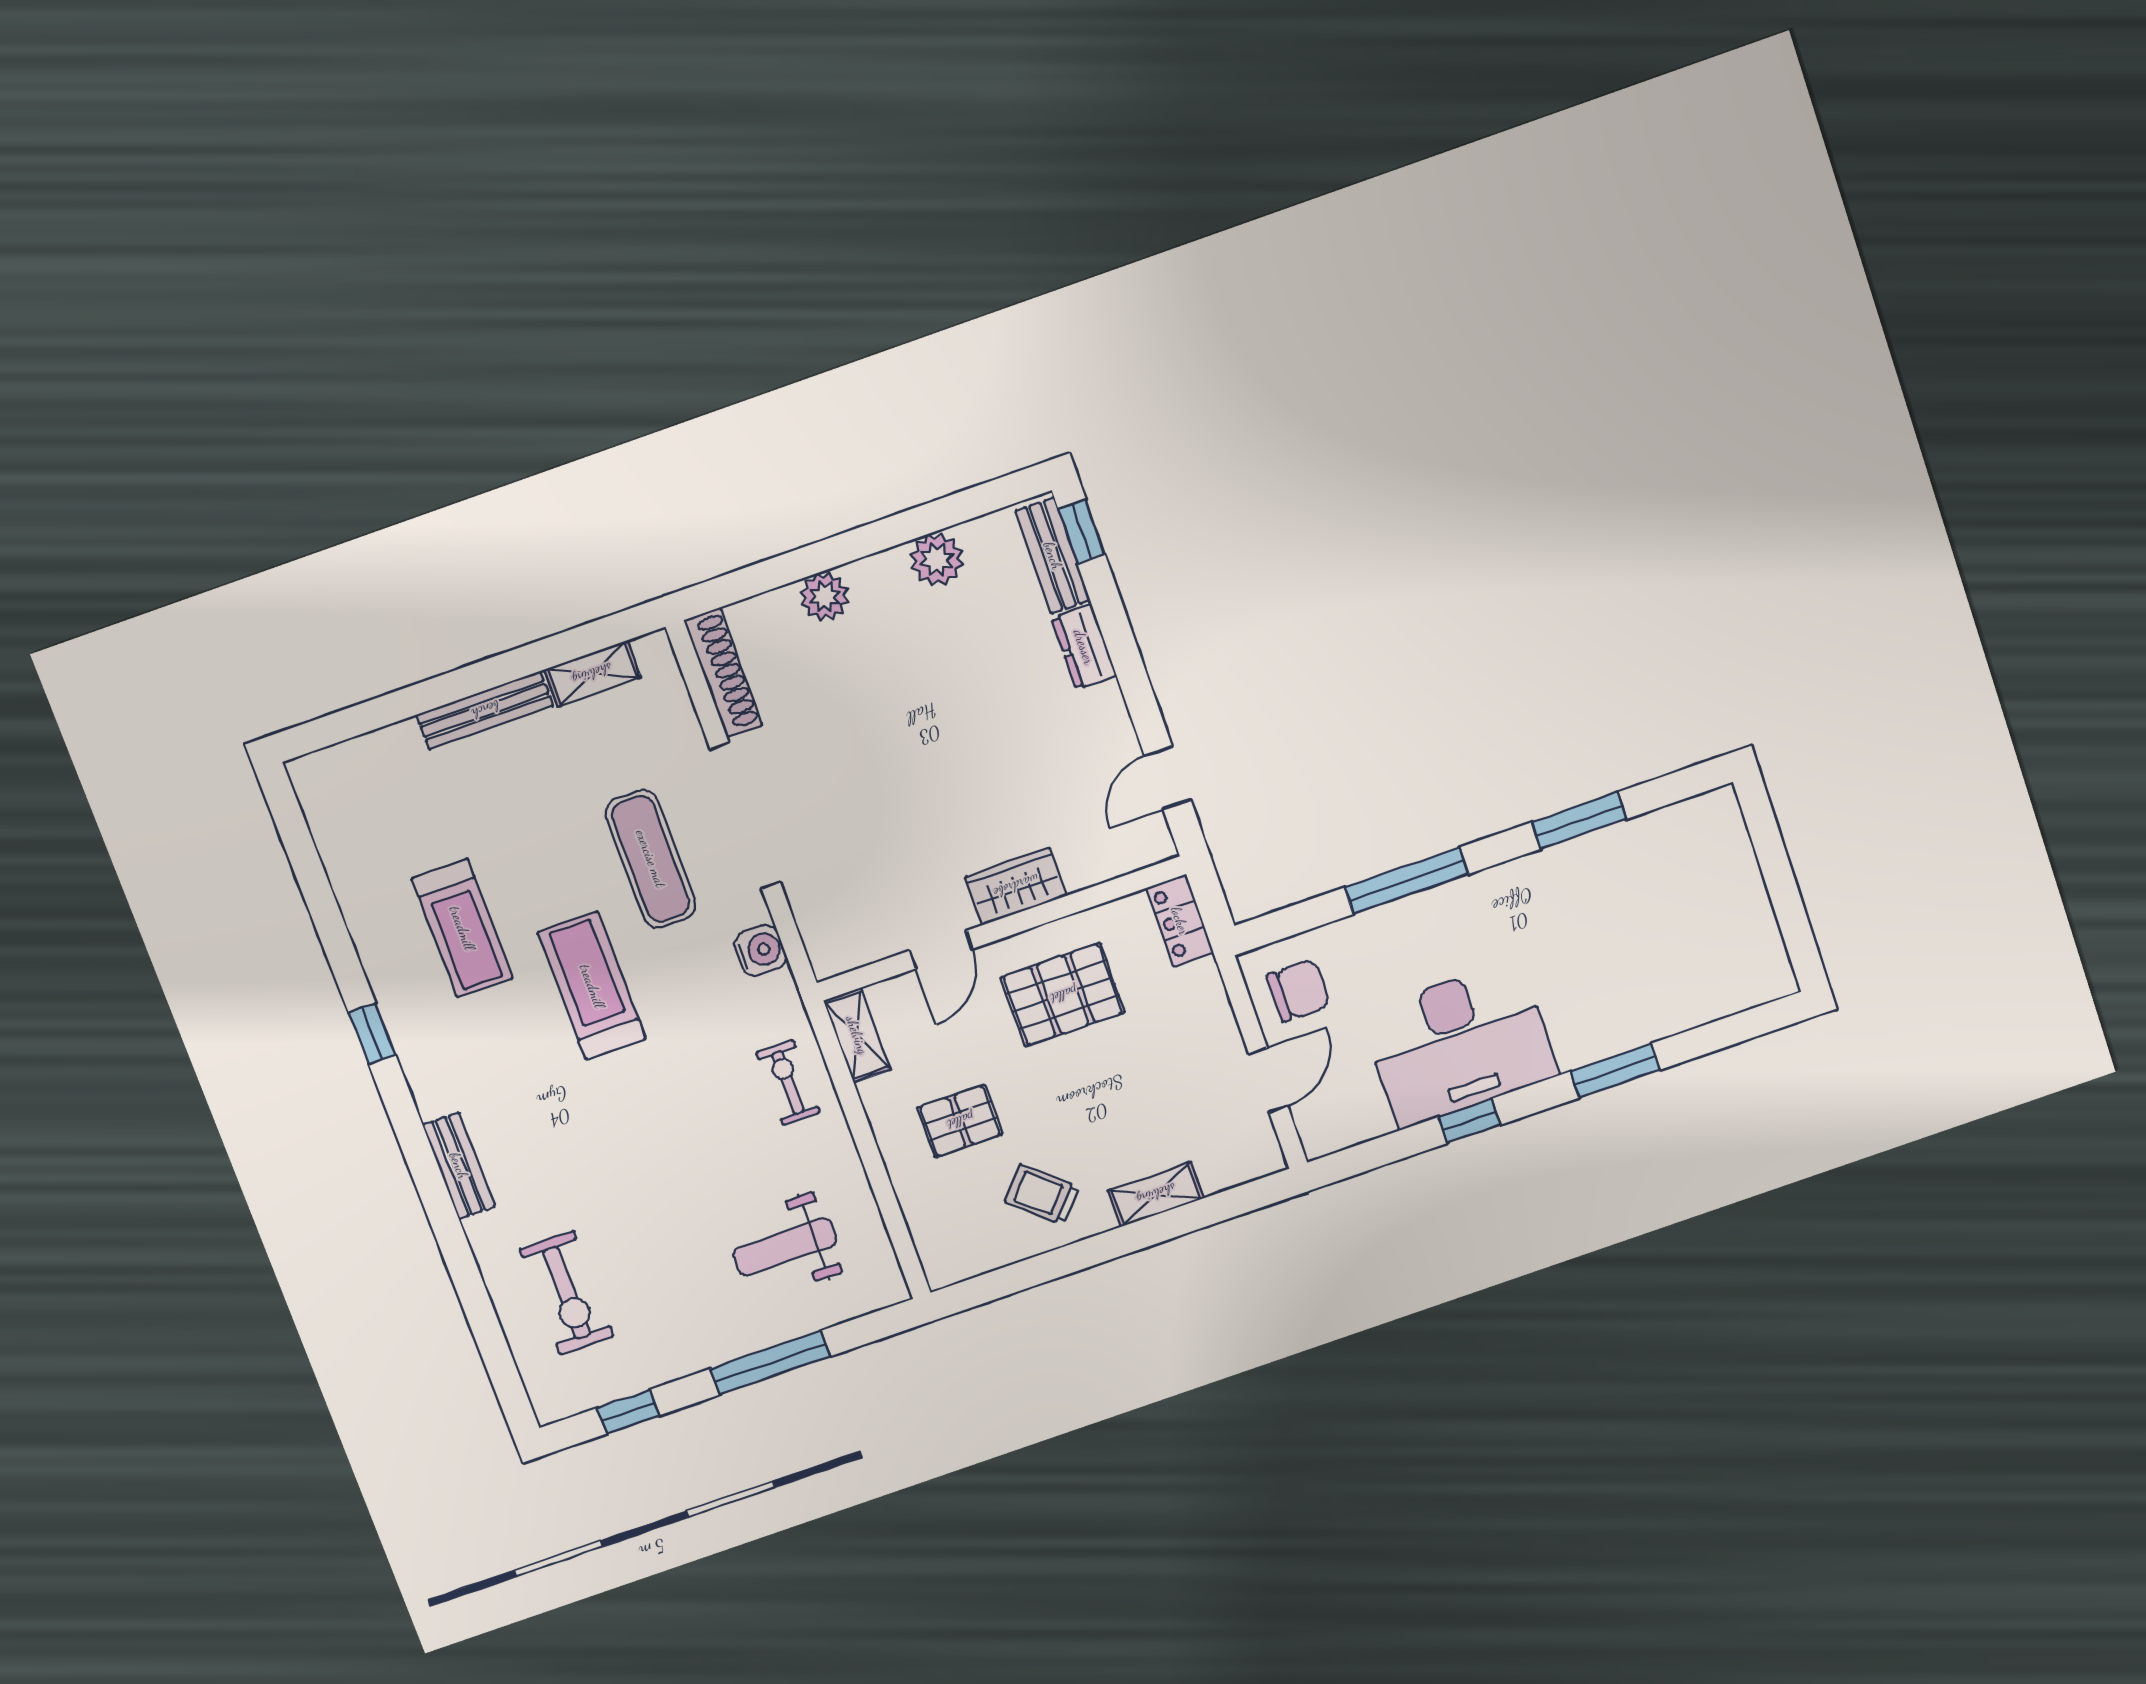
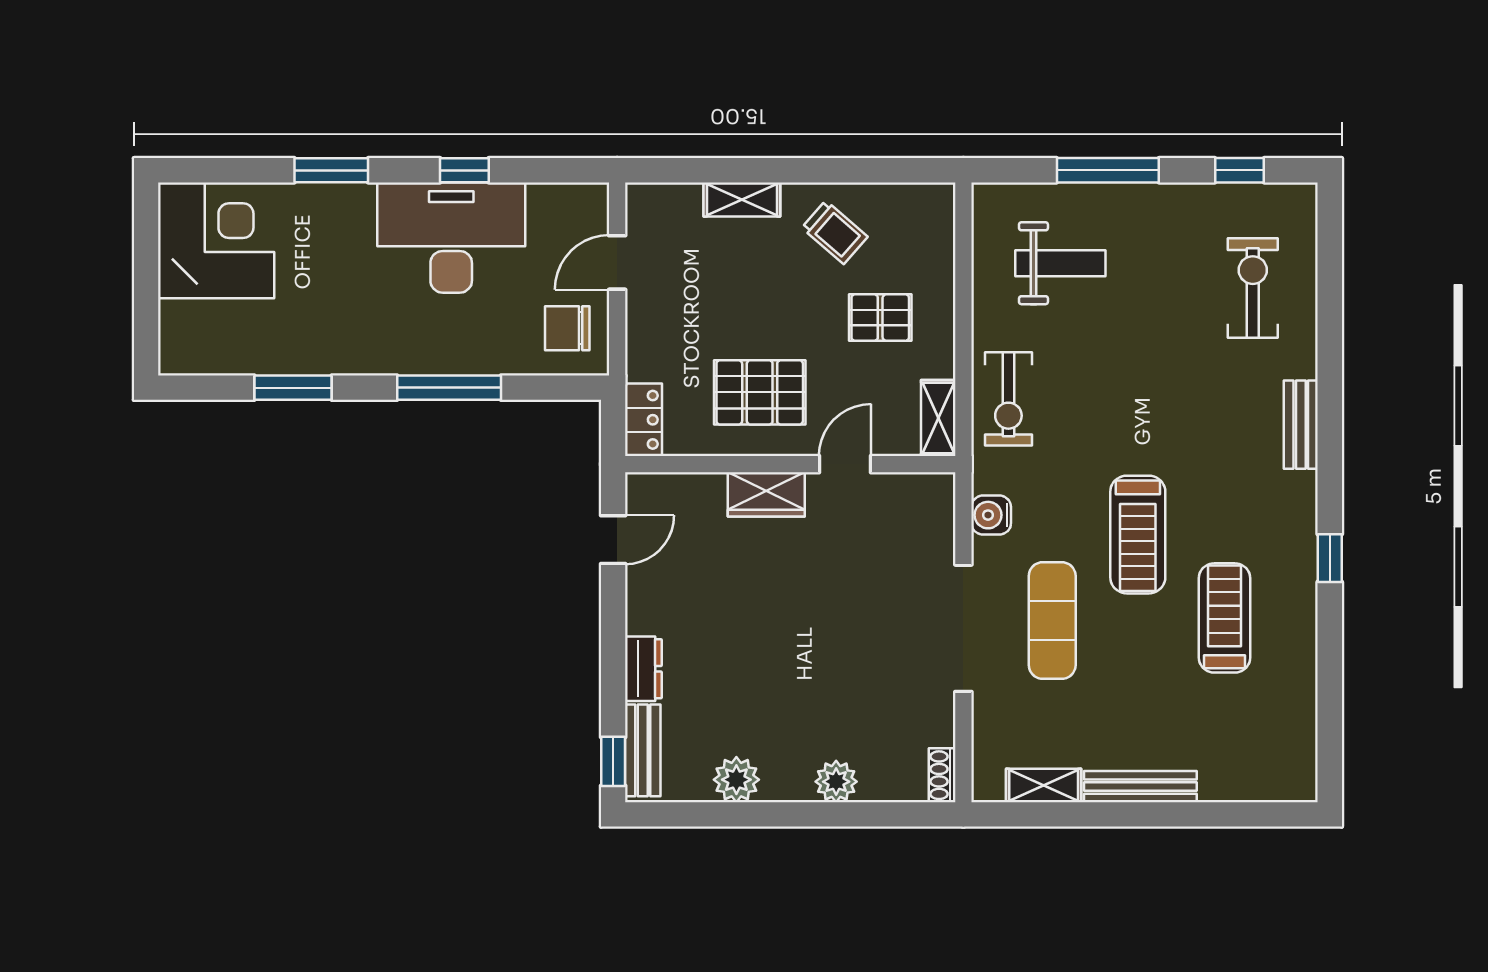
shoe rack: (723, 673) -> (942, 775), width x0.51, depth x0.81
corner desk: (1717, 951) -> (216, 240), added
exercise bike: (788, 1083) -> (1008, 399), width x1.38, depth x1.39

